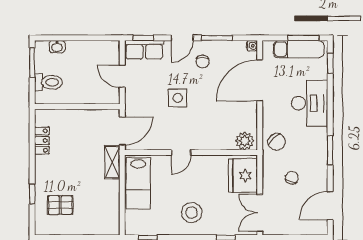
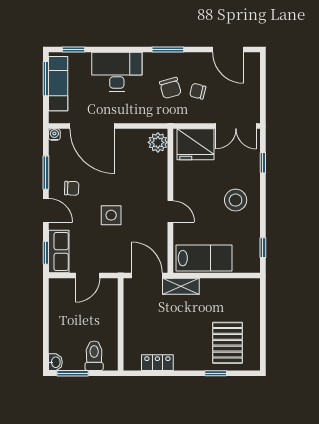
washbasin: (57, 47) -> (55, 362), moved
chair: (277, 142) -> (170, 88), moved, turned 118
pallet: (60, 205) -> (227, 343), width x1.50, depth x1.42

